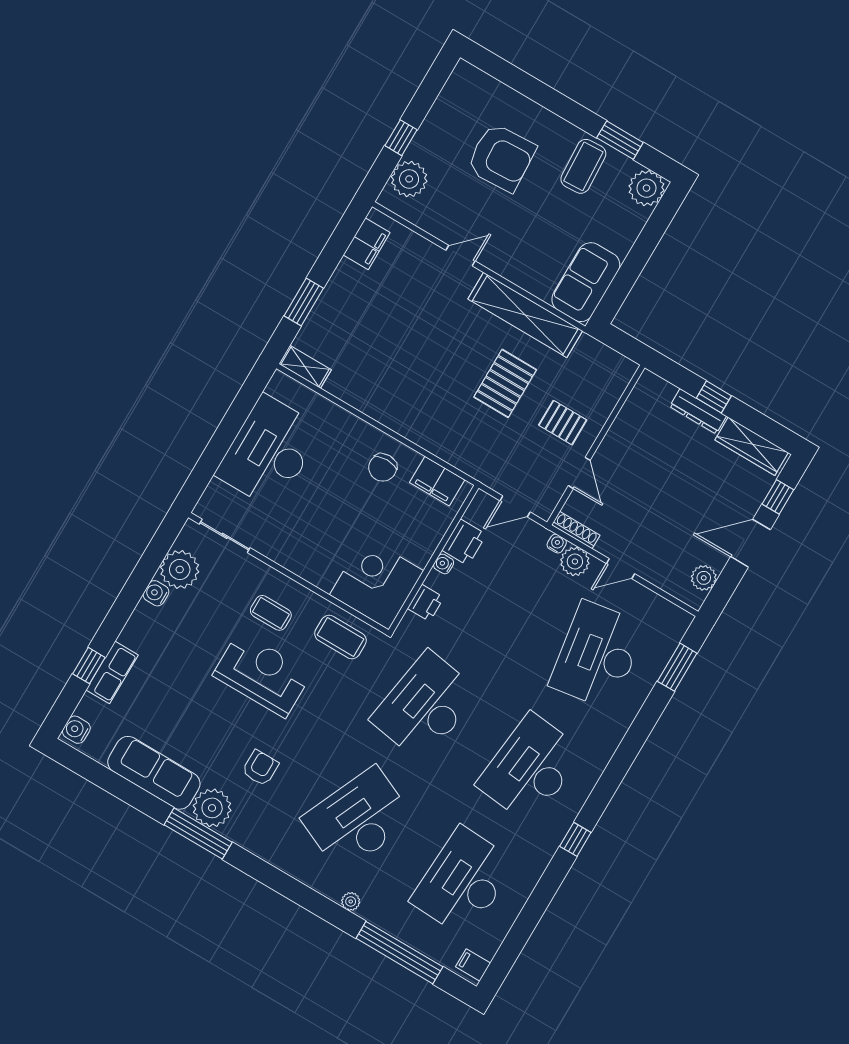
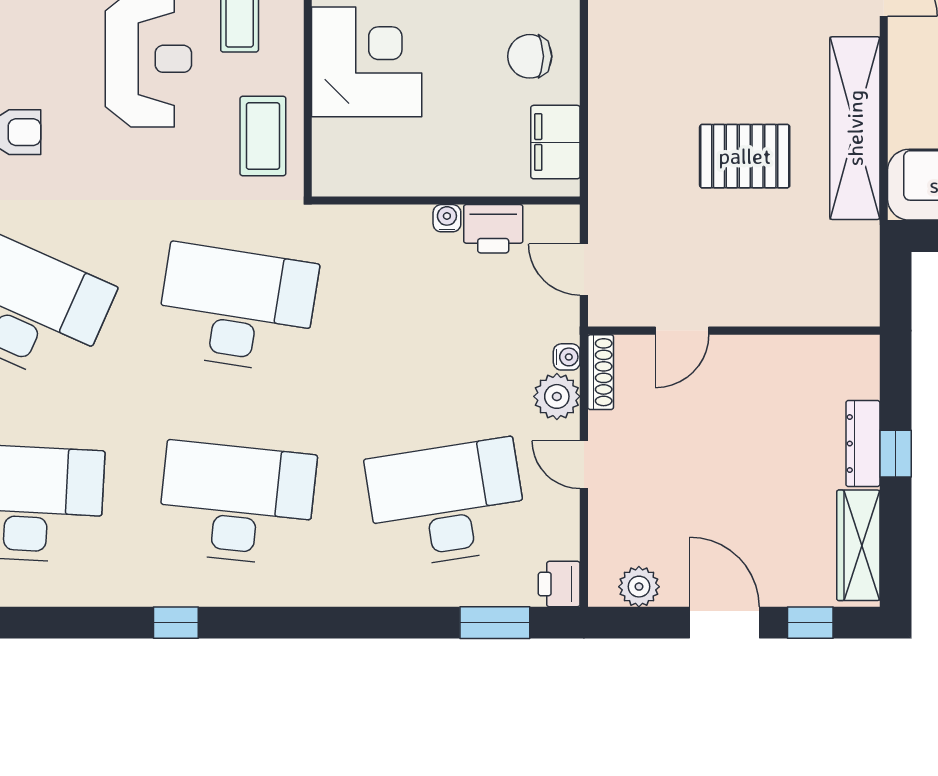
pallet: (563, 423) -> (738, 267), removed
corner desk: (377, 583) -> (367, 62), moved
printer: (426, 603) -> (559, 584), moved, turned 90

